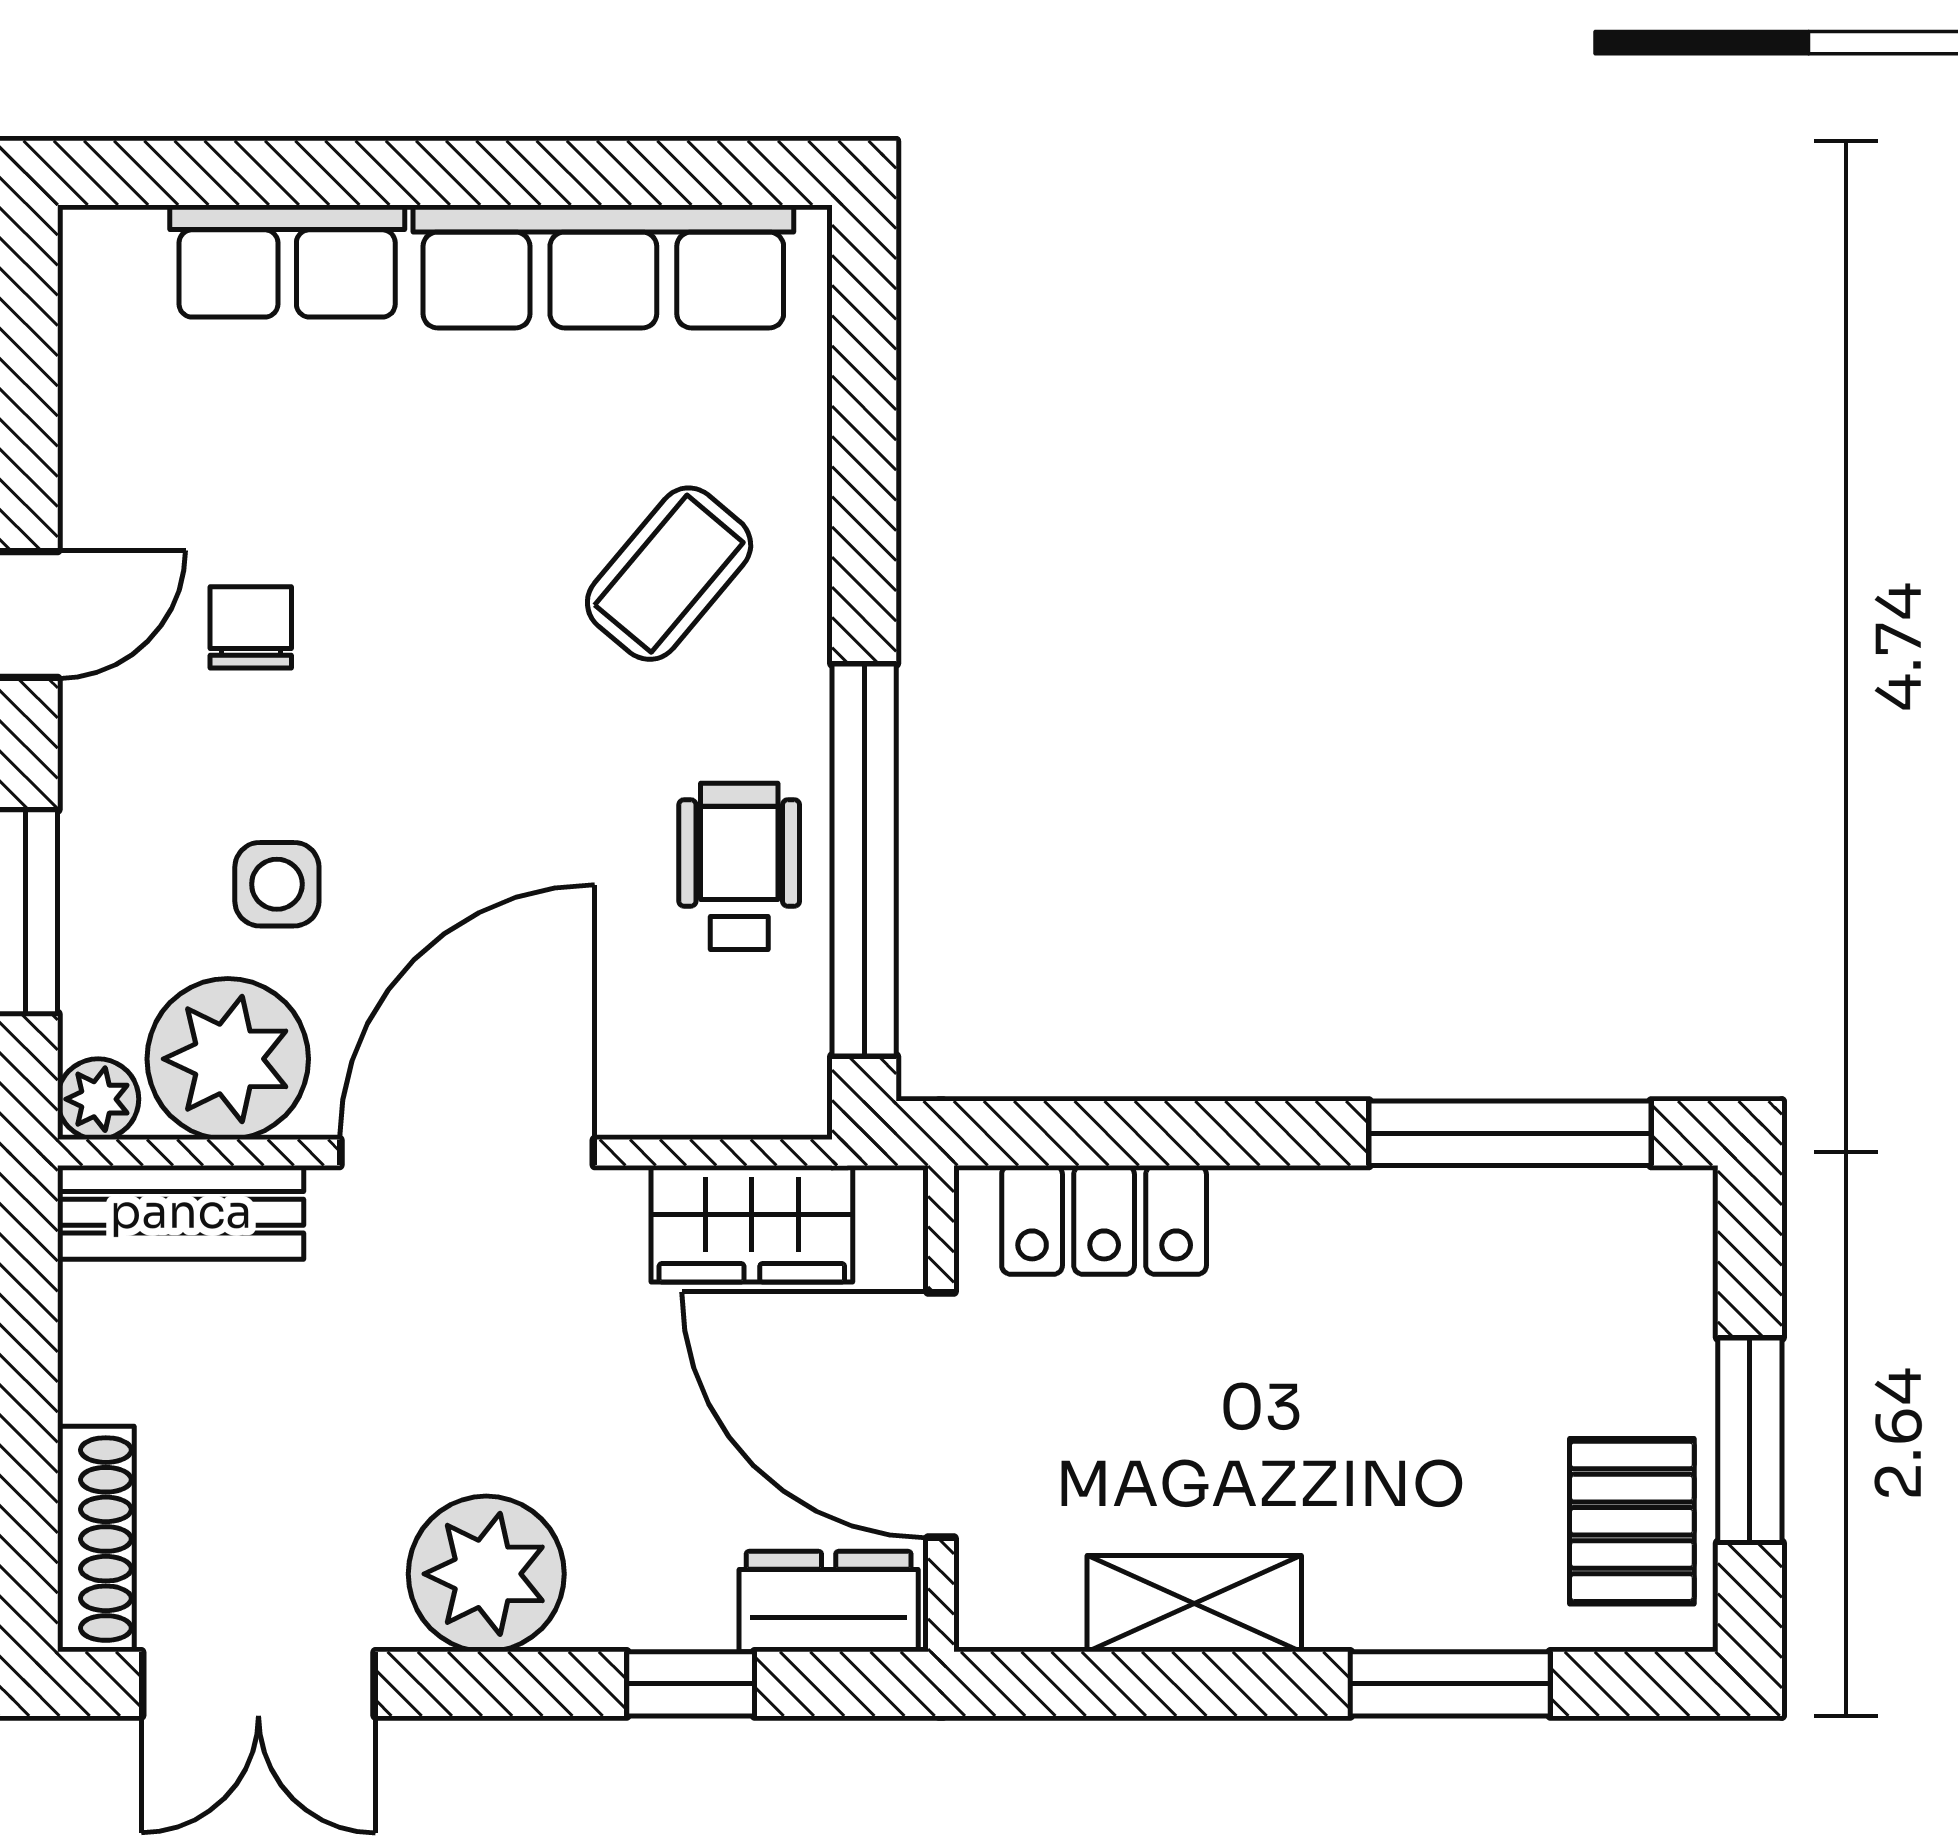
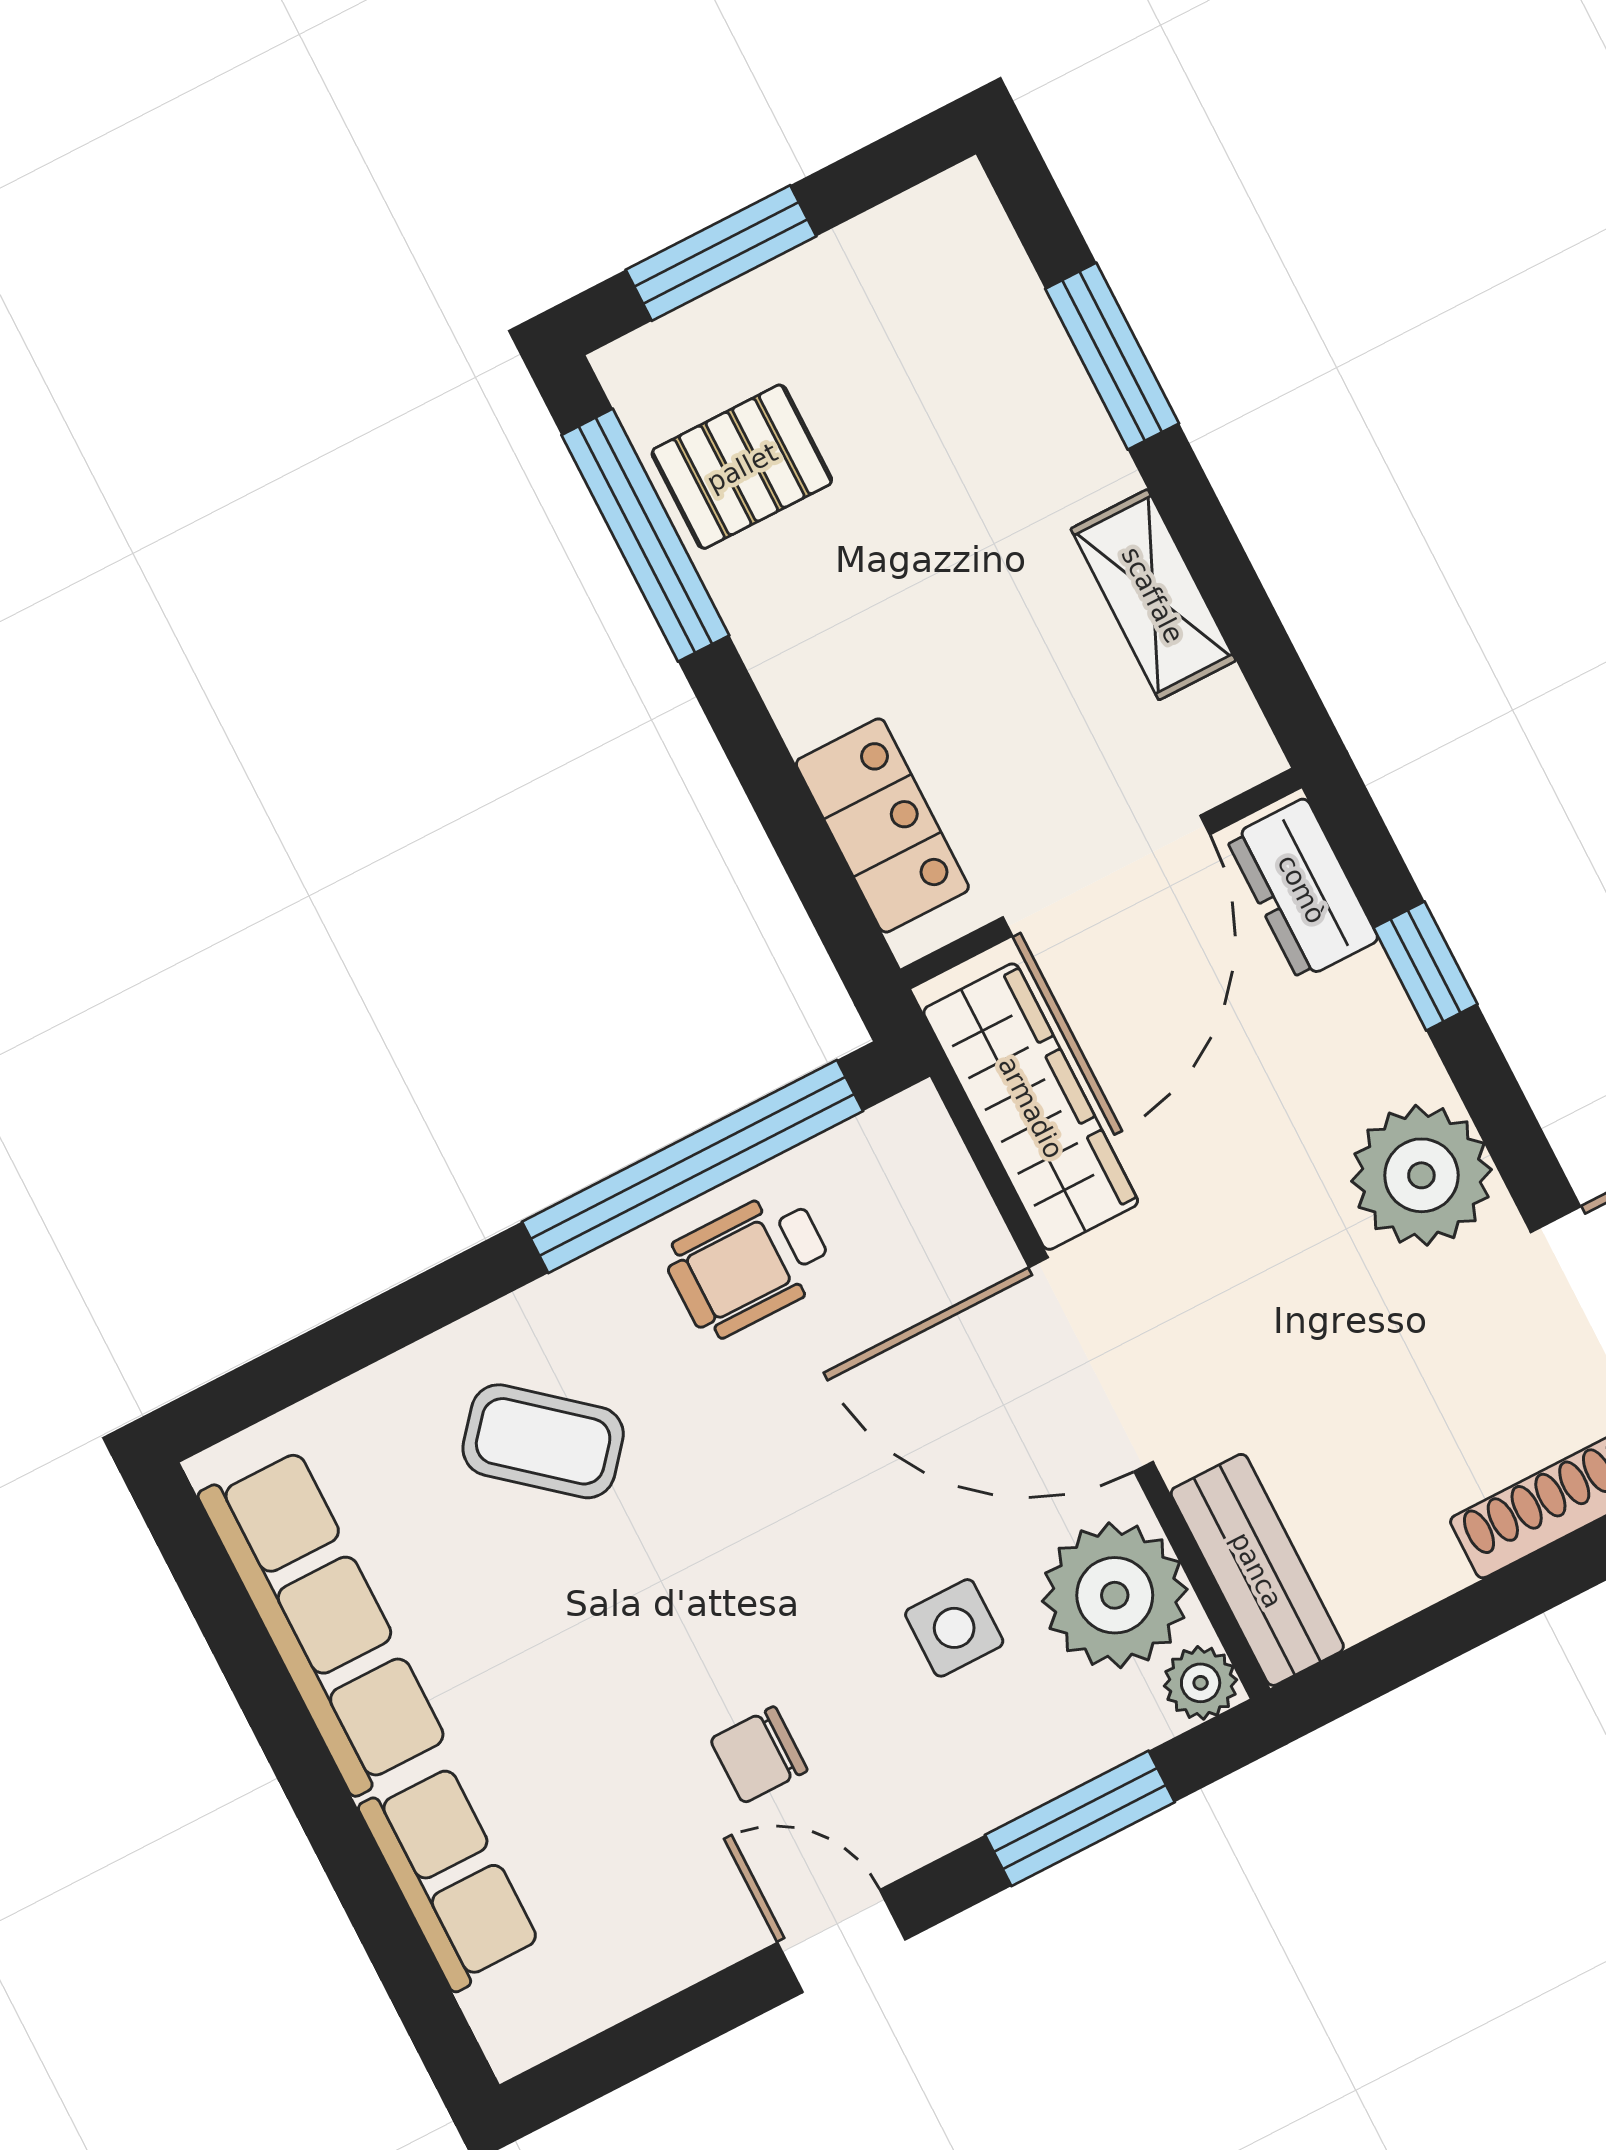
wardrobe: (752, 1224) -> (1031, 1107), width x1.50
window: (1750, 1440) -> (721, 253), moved
pallet: (1632, 1521) -> (742, 467), moved

